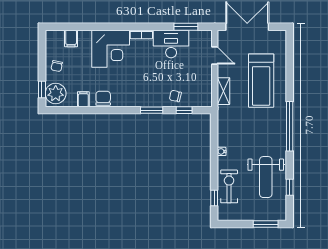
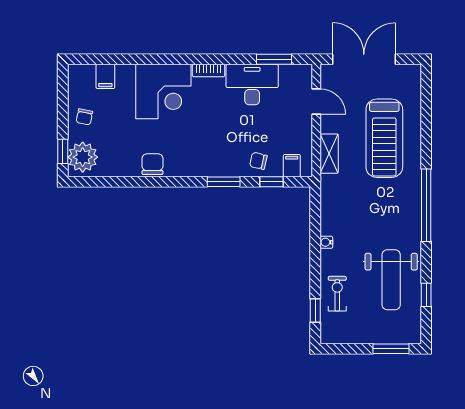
filing cabinet: (83, 99) -> (292, 166), moved
exercise bike: (229, 186) -> (337, 294), width x0.73, depth x0.72

